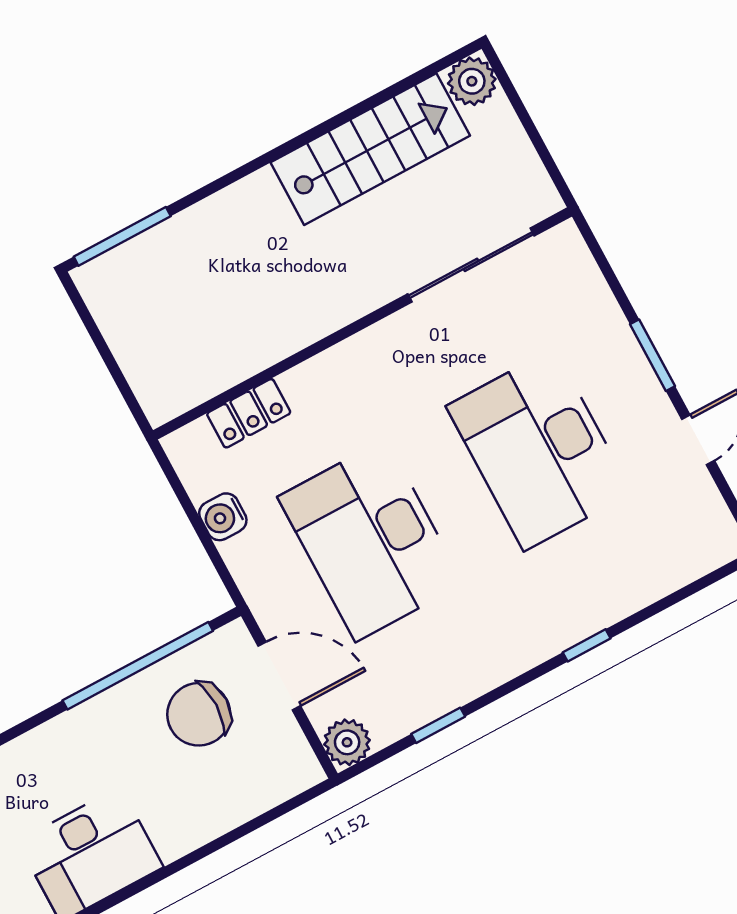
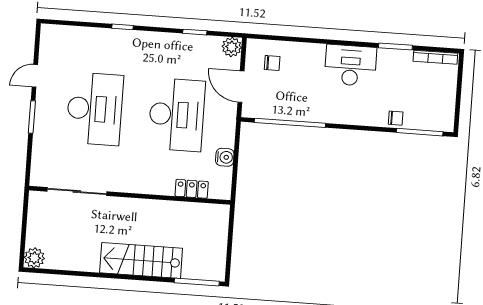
stairs: (370, 149) -> (141, 261), moved
chair: (199, 714) -> (272, 63), moved, width x0.54, depth x0.54

